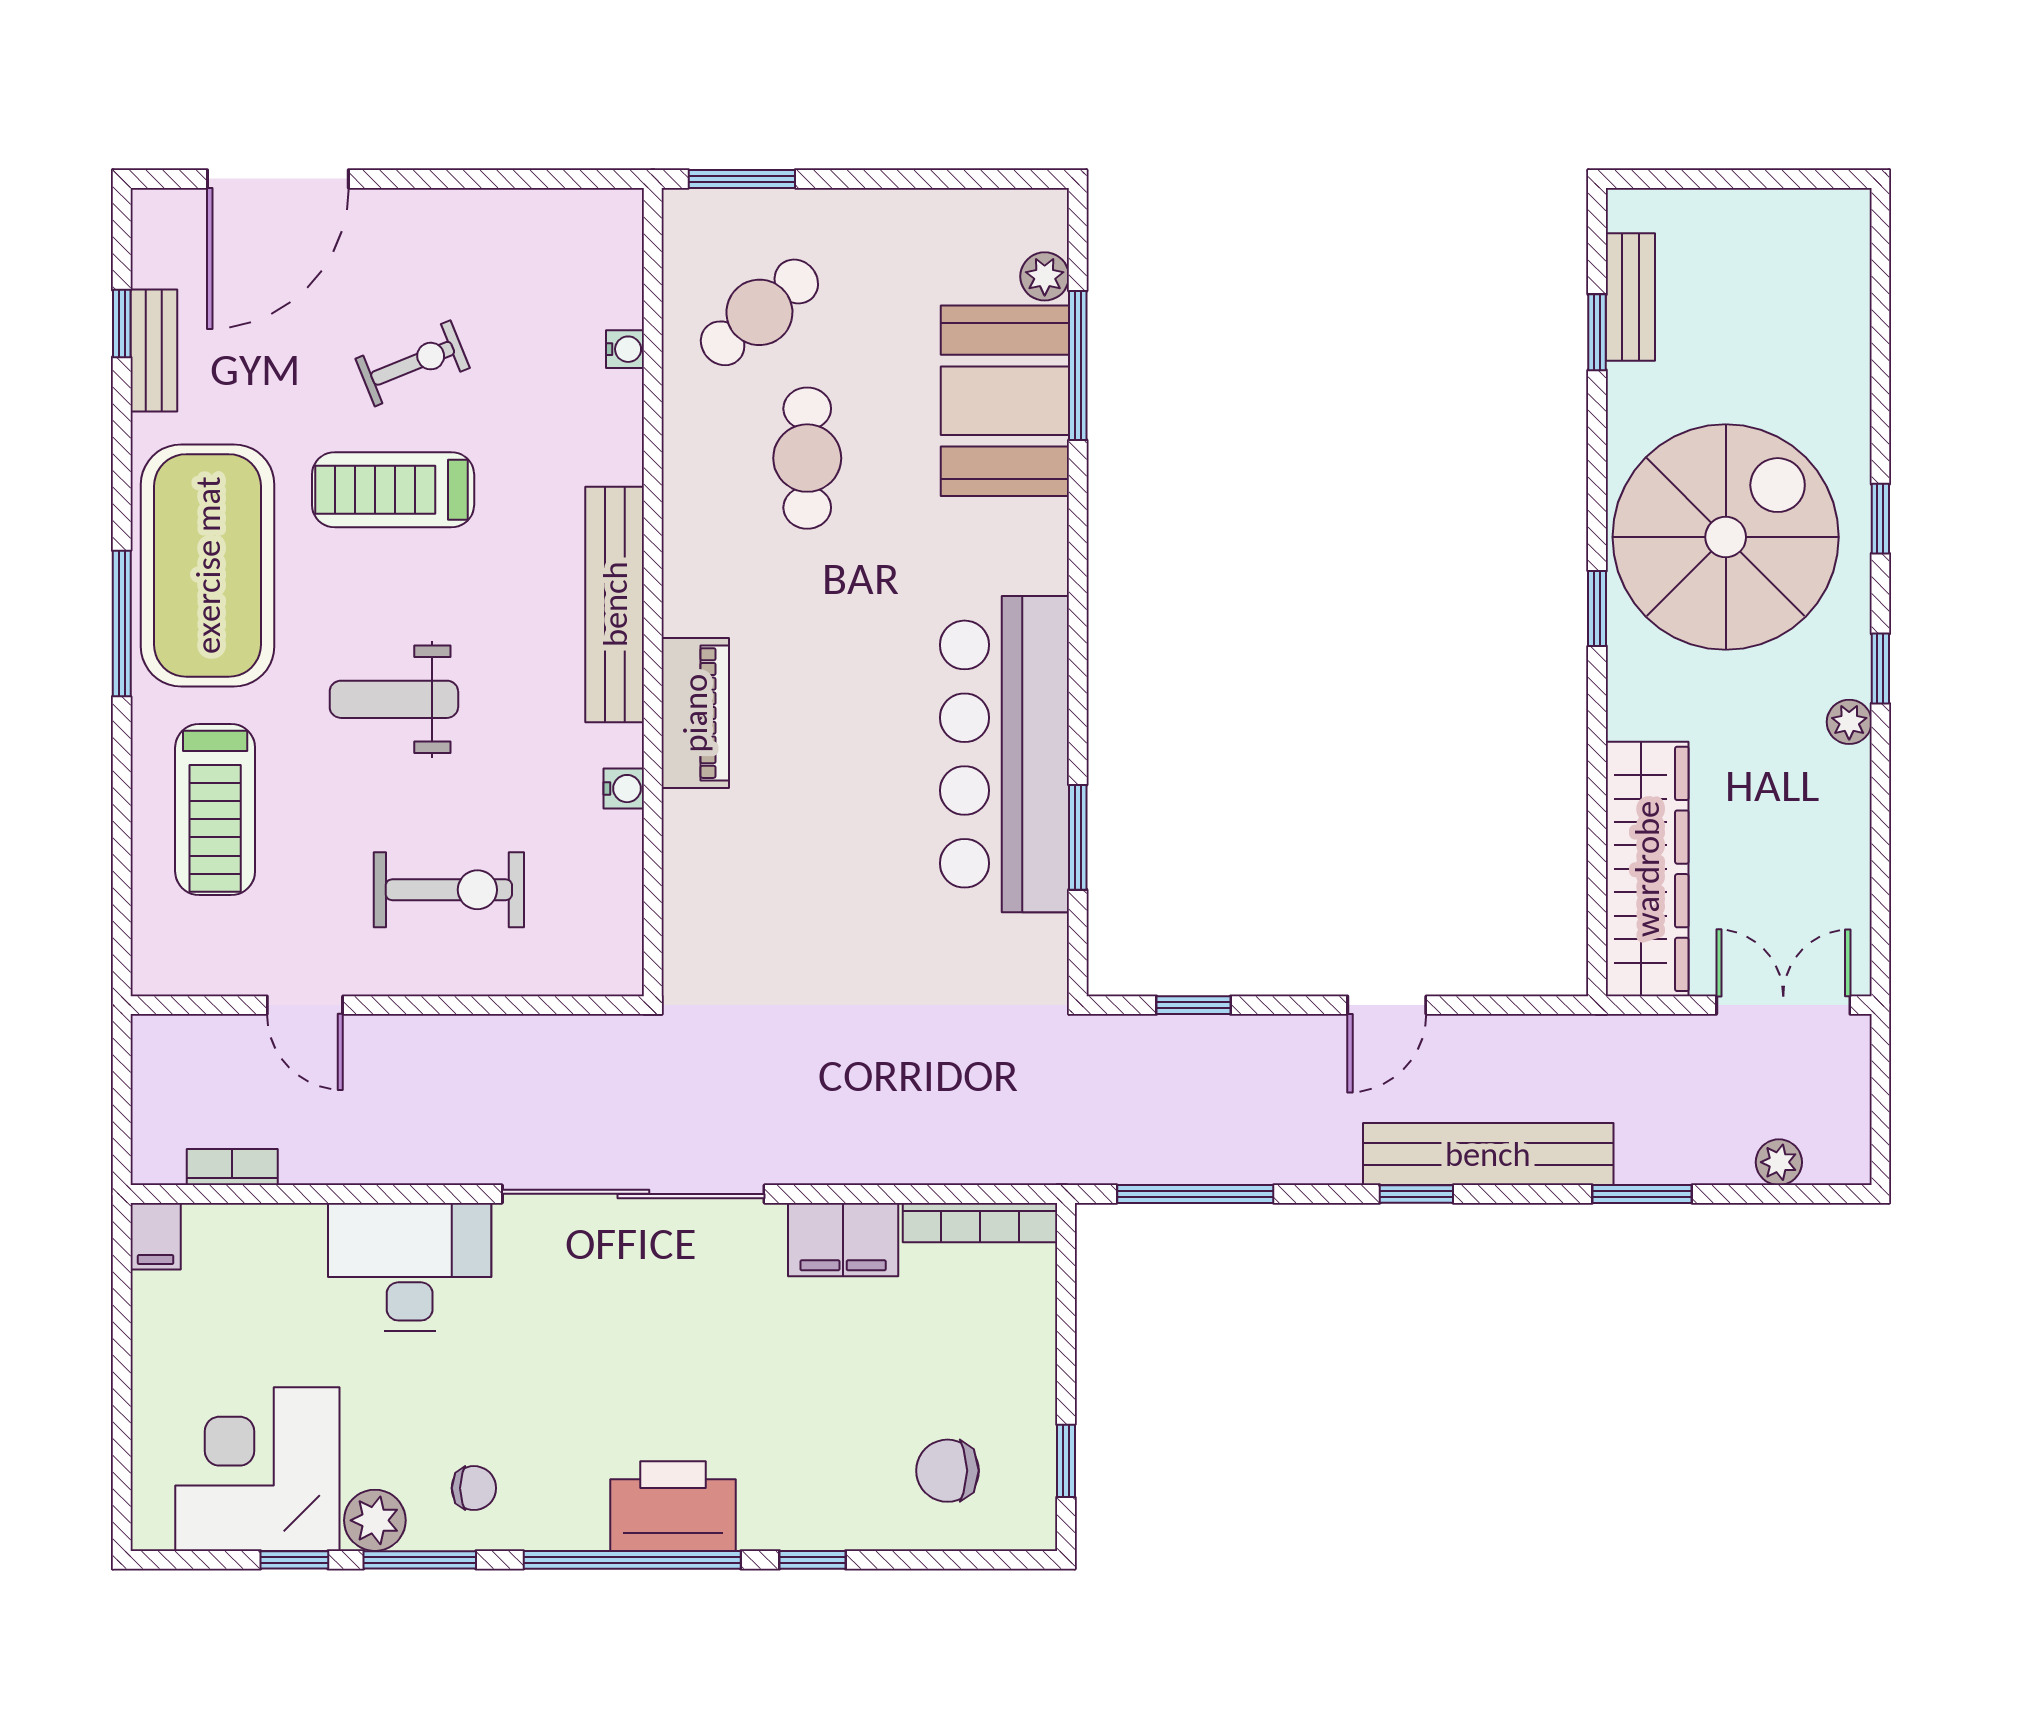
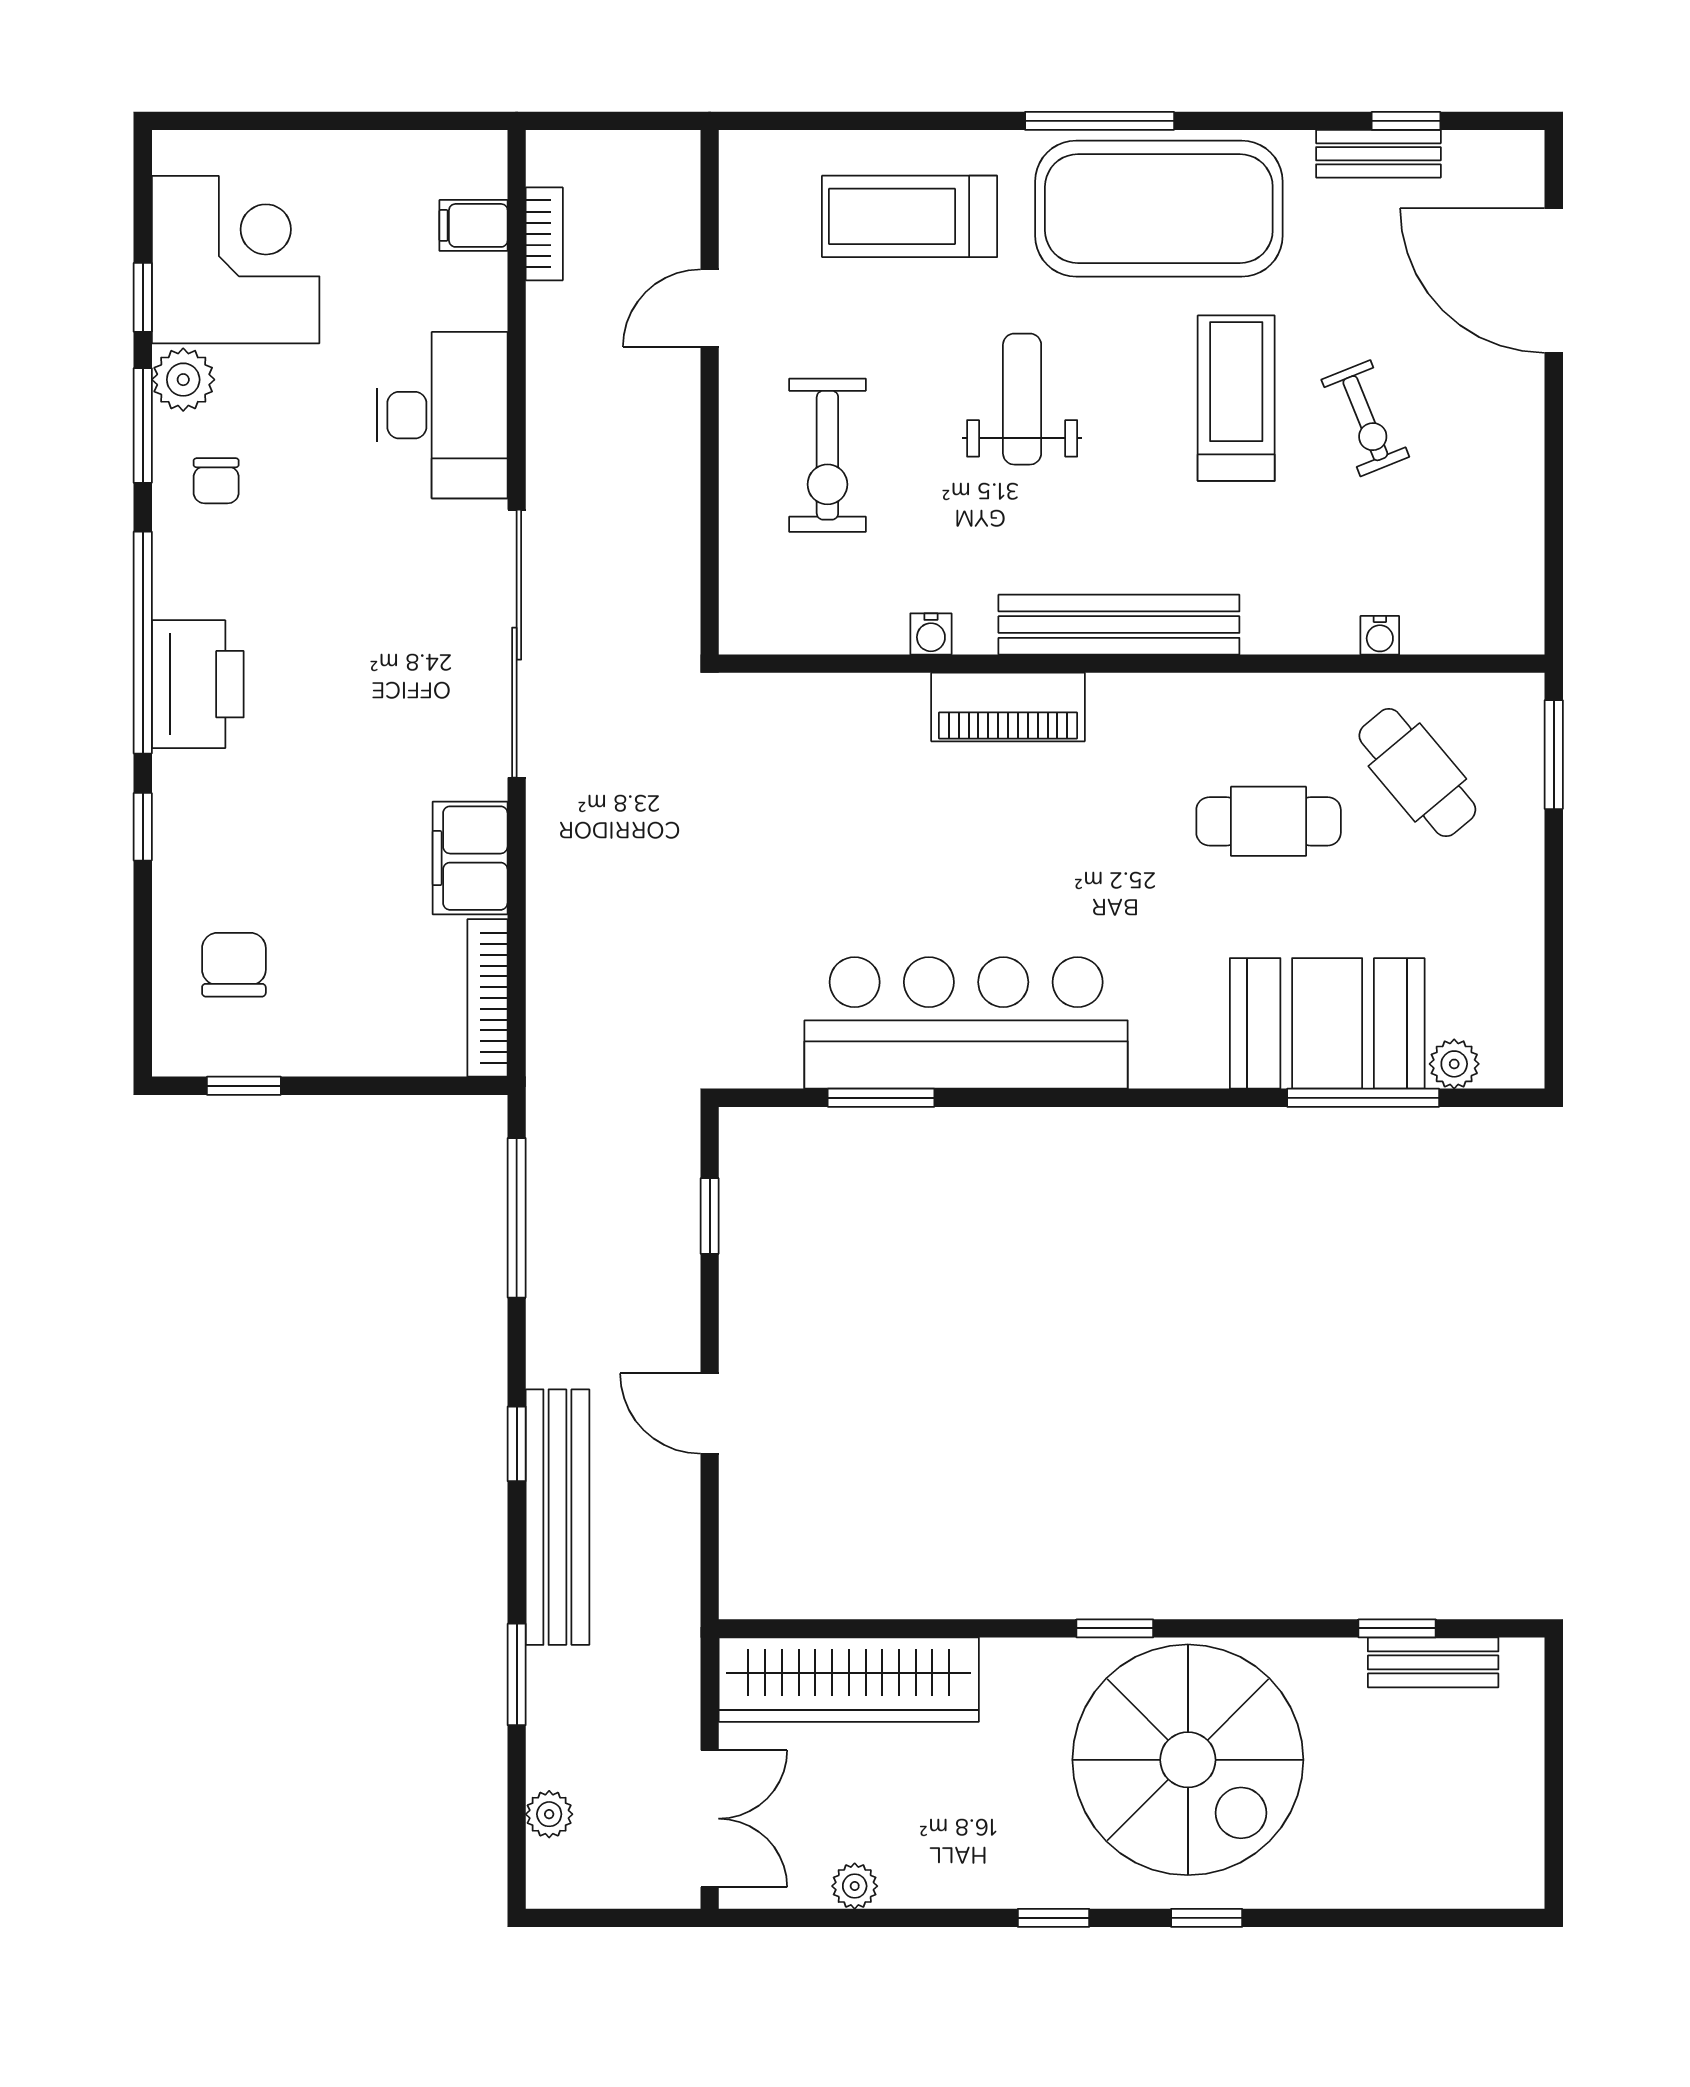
plant: (1849, 722) -> (855, 1886), moved
filing cabinet: (156, 1236) -> (474, 225), moved

